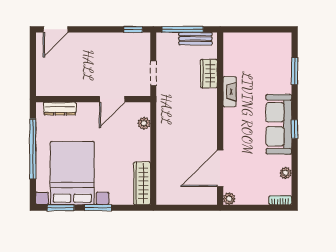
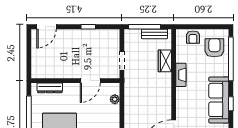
window: (133, 29) -> (88, 27), moved
armchair: (245, 43) -> (193, 37), added
armchair: (273, 57) -> (214, 48), added
window: (295, 71) -> (231, 59), width x2.11

